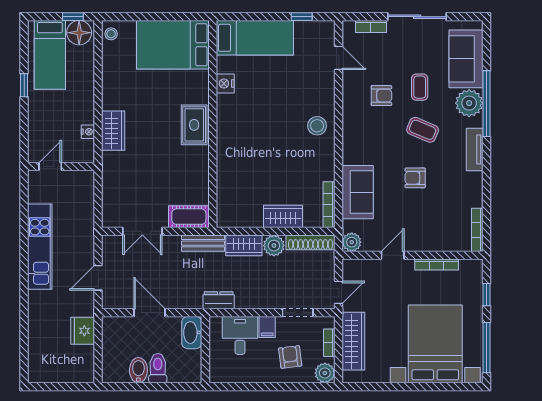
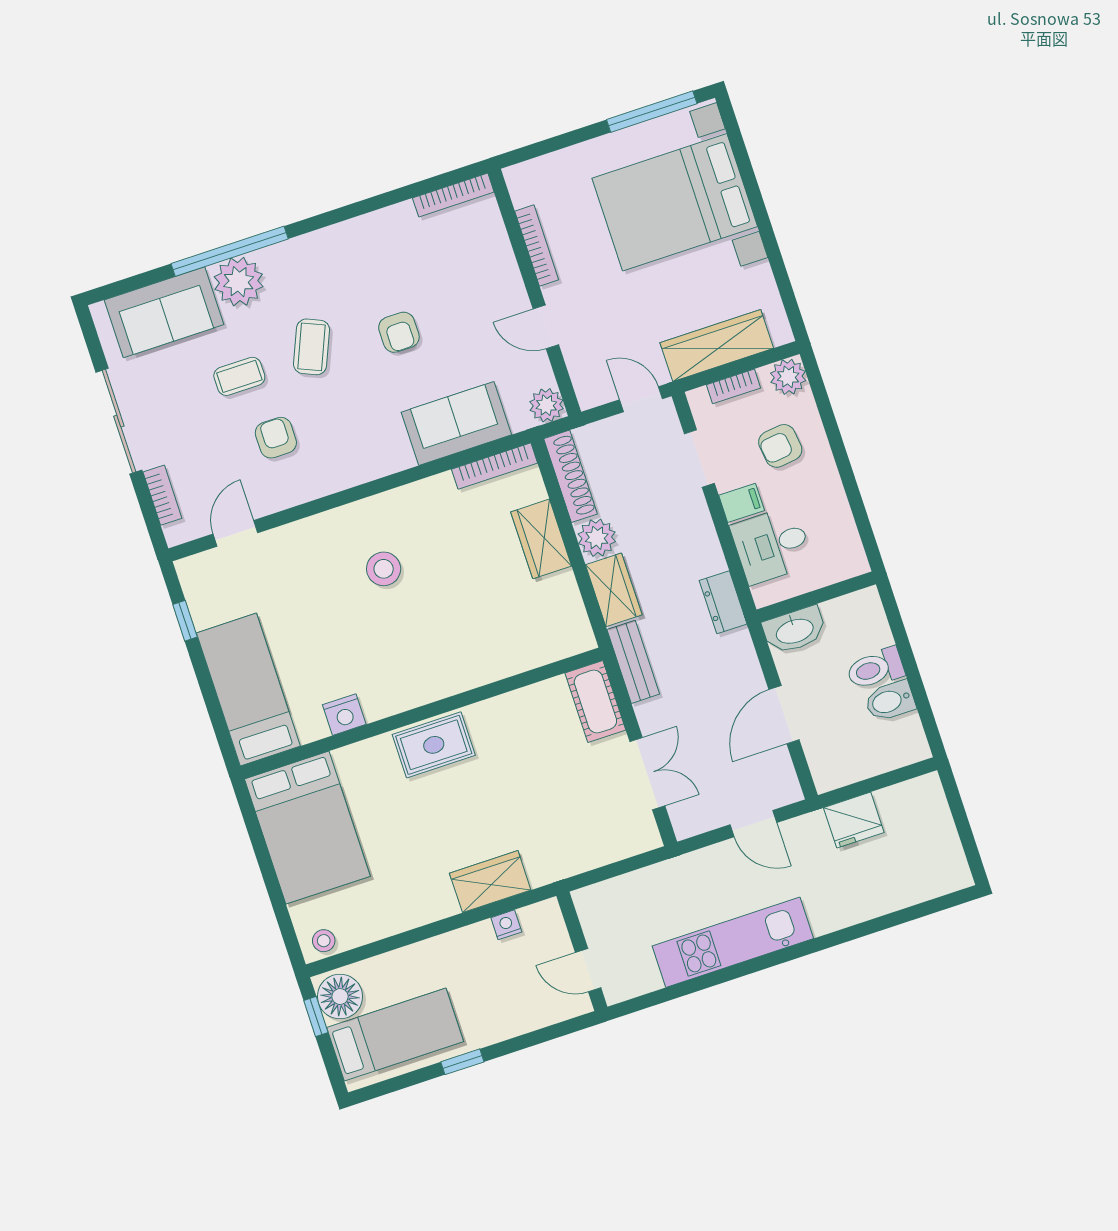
stool: (317, 126) -> (384, 569), moved
tv unit: (475, 149) -> (316, 246), removed
window: (487, 295) -> (560, 142), removed

